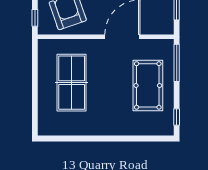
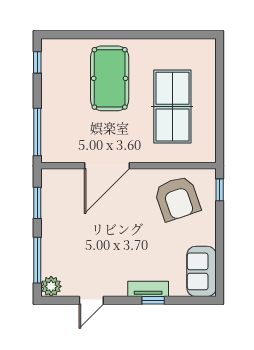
pool table: (148, 85) -> (110, 78), moved

